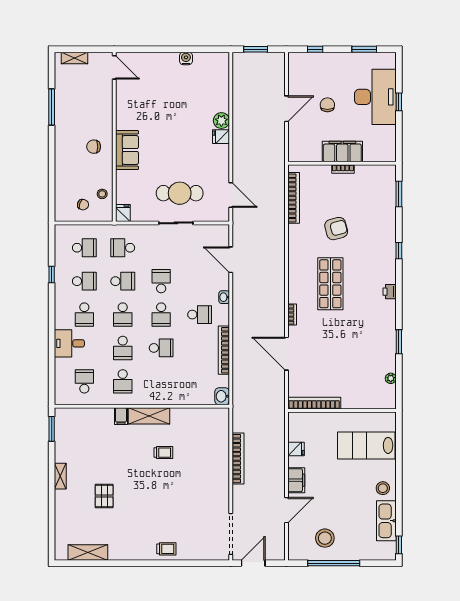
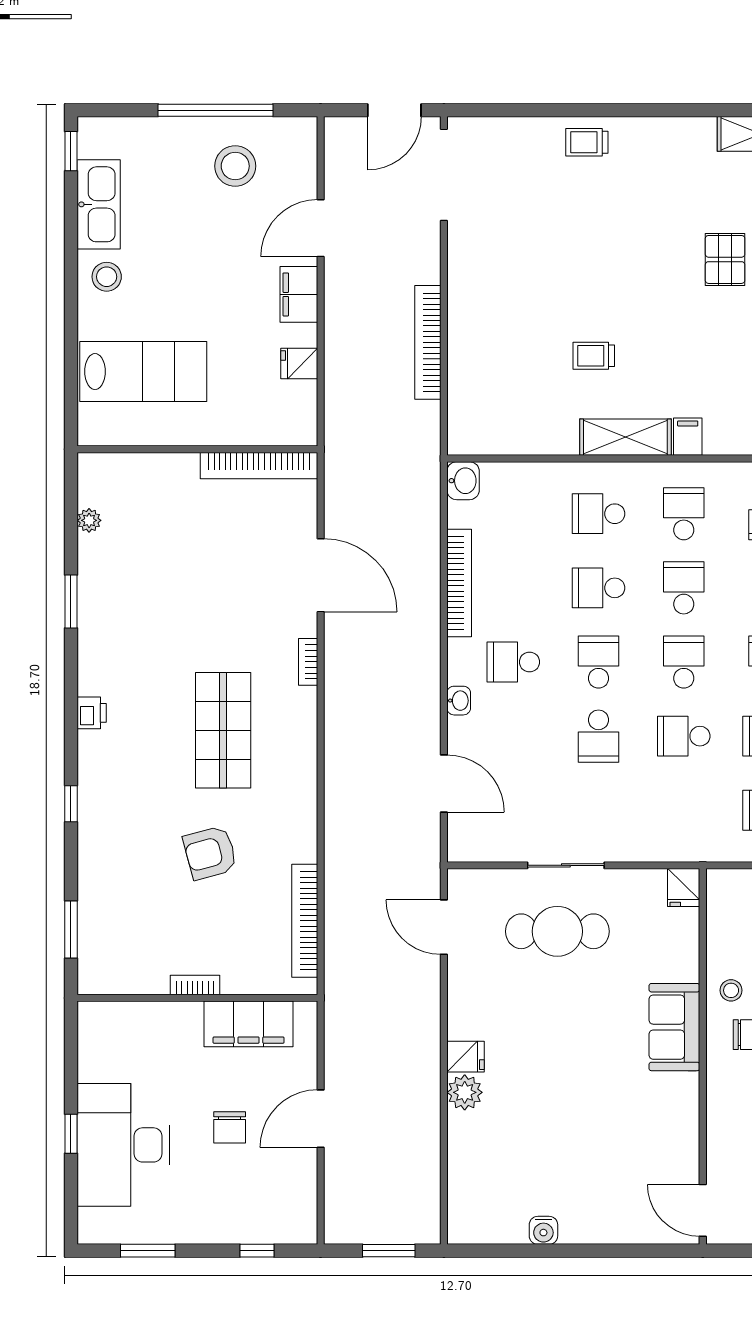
filing cabinet: (342, 151) -> (249, 1024), moved
stool: (102, 194) -> (731, 990), moved
school desk: (123, 248) -> (598, 514), moved, turned 180

